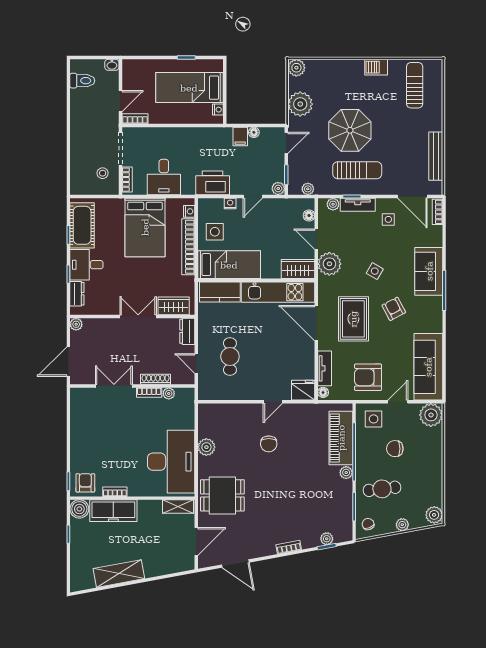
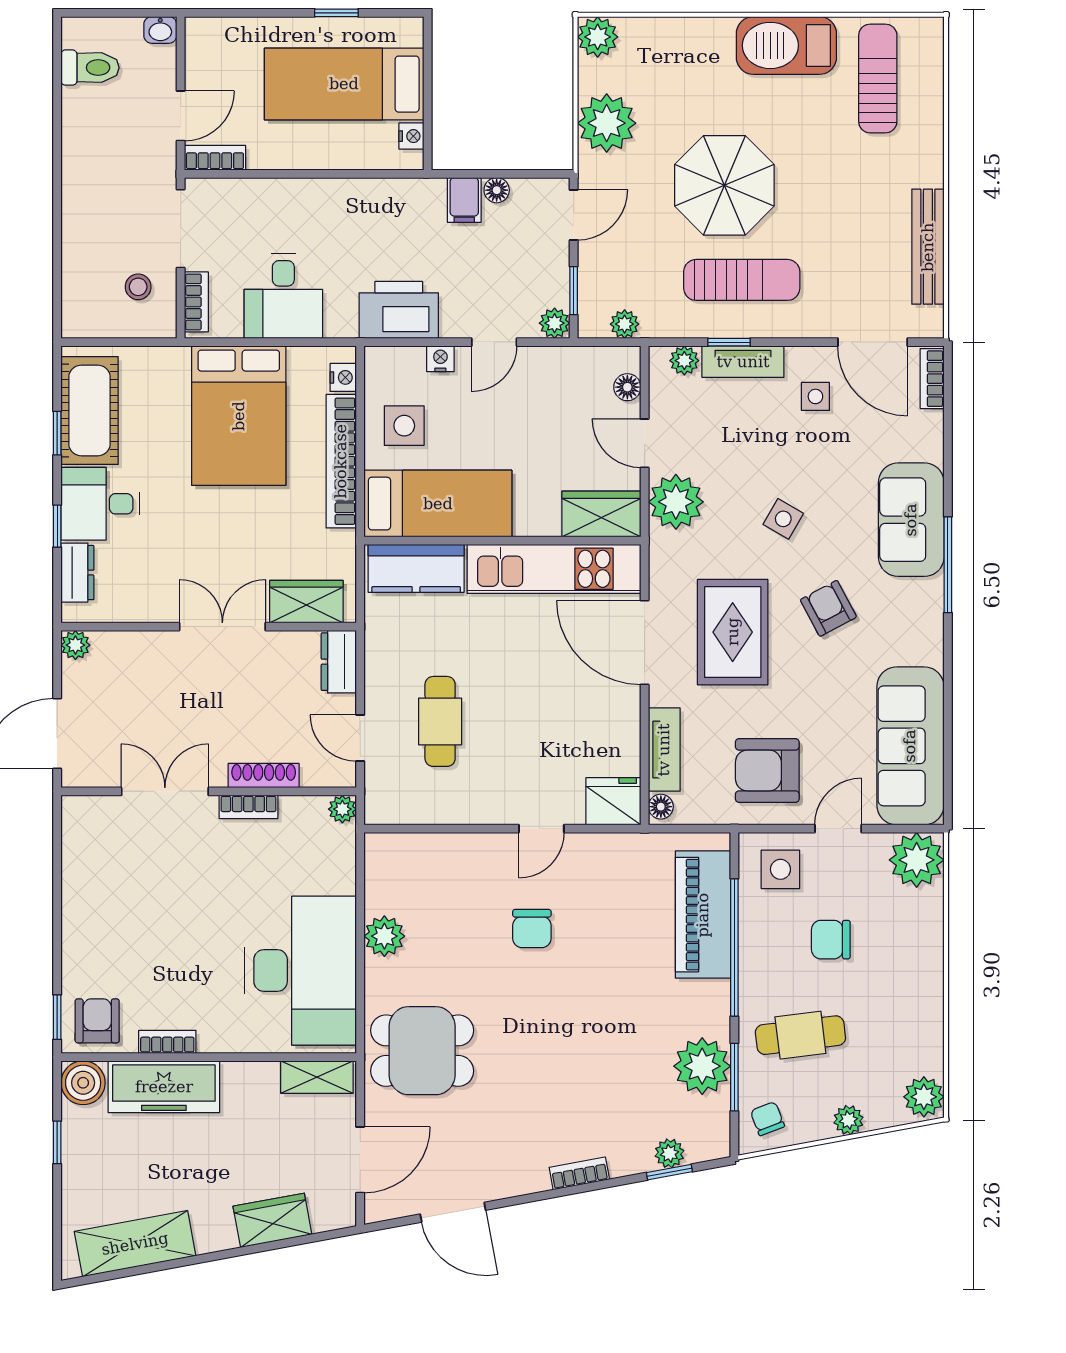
barbecue: (376, 67) -> (786, 45), width x1.88, depth x1.53
plant: (169, 393) -> (342, 809), moved
plant: (346, 473) -> (702, 1066), moved, width x1.87, depth x1.87
wardrobe: (159, 567) -> (272, 1220), added
shelving: (119, 574) -> (135, 1244), moved

